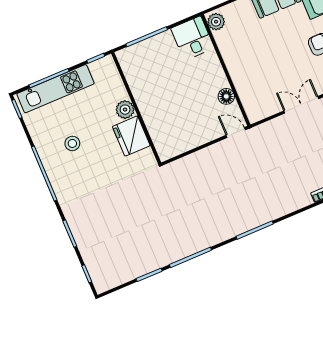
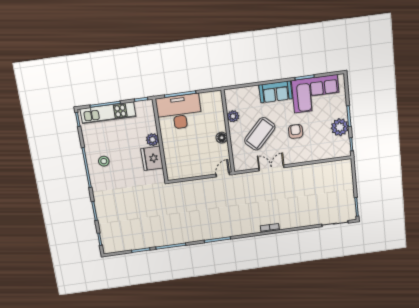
plant: (216, 22) -> (233, 116), moved
desk: (192, 38) -> (179, 112), moved, width x1.87, depth x1.30
coffee table: (271, 61) -> (260, 134), added
floor lamp: (226, 96) -> (222, 138), moved
door: (236, 133) -> (223, 175), hinge flipped
stool: (72, 143) -> (104, 161), moved

